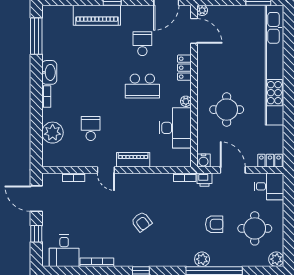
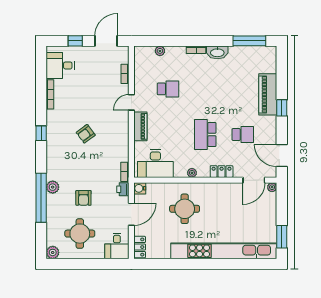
desk: (175, 128) -> (155, 164), moved
plant: (53, 133) -> (160, 51), width x0.53, depth x0.53

